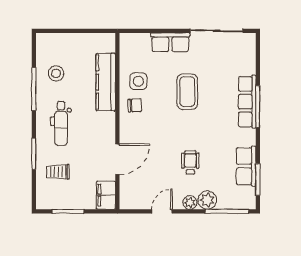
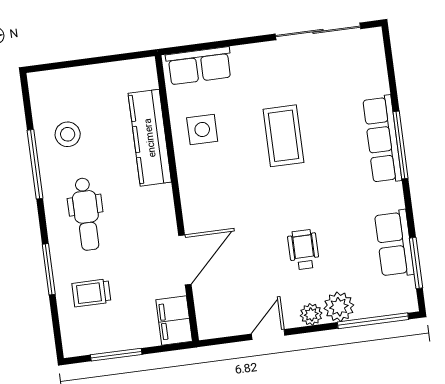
row of seats: (170, 42) -> (199, 66), moved
chair: (135, 105) -> (202, 169), removed

